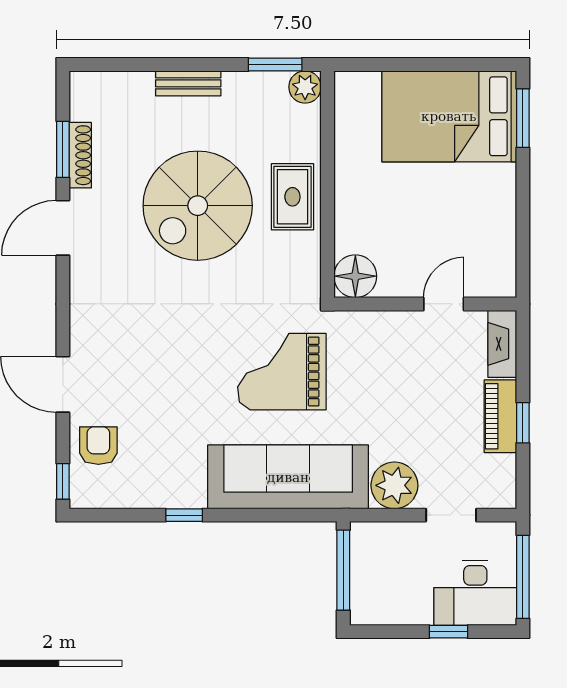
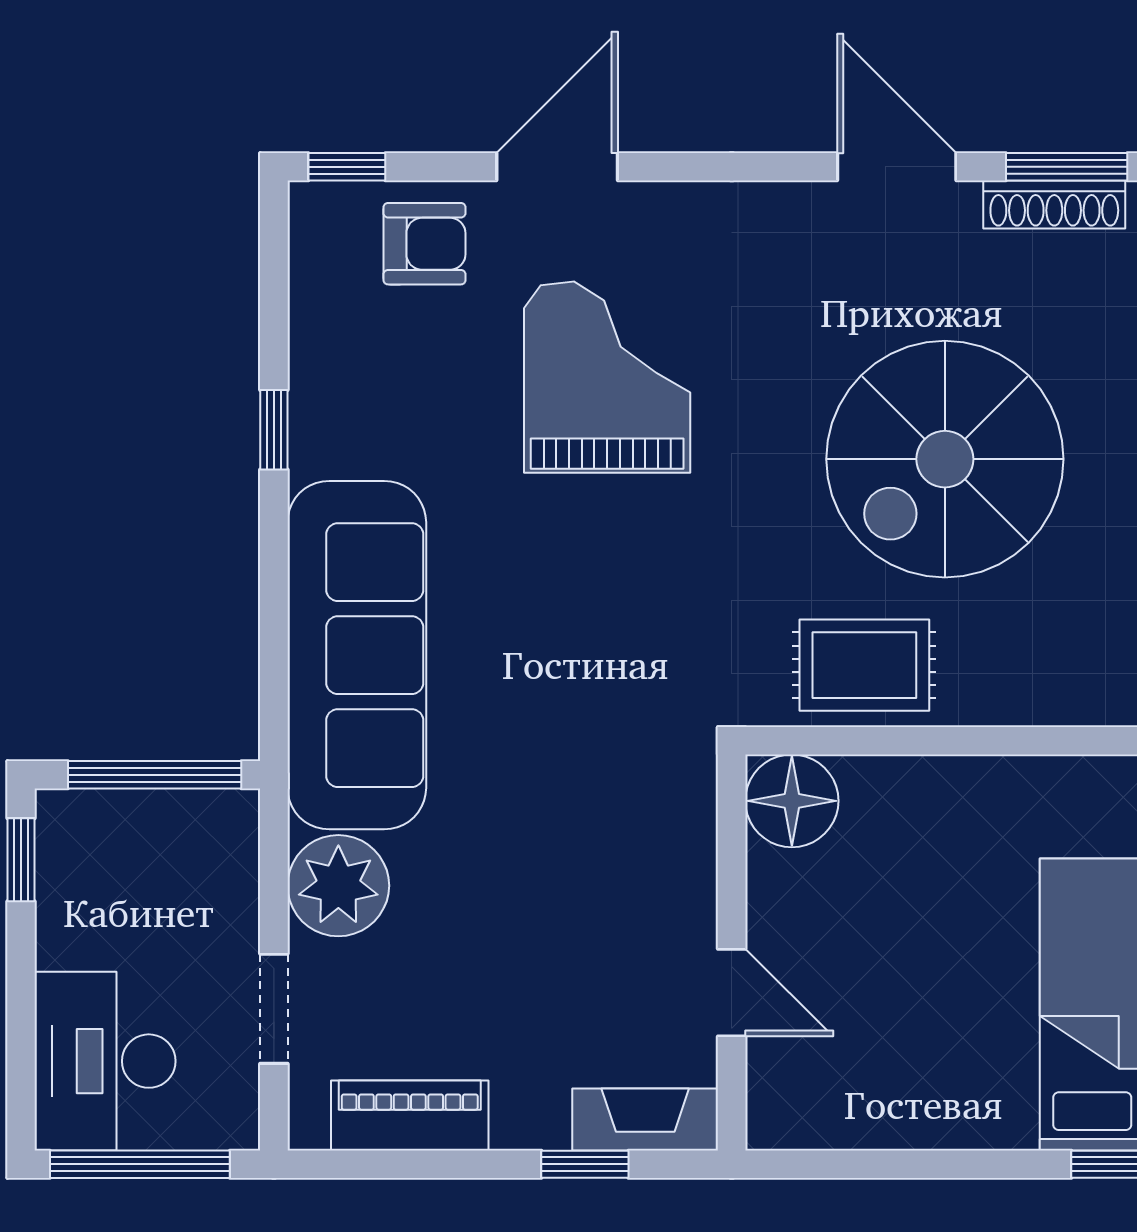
rug: (292, 197) -> (864, 665), moved
spiral stairs: (198, 206) -> (945, 459), turned -90
grand piano: (282, 372) -> (607, 377), moved
piano: (500, 416) -> (410, 1115), moved
window: (523, 423) -> (585, 1164), moved
window: (449, 632) -> (21, 860), moved

